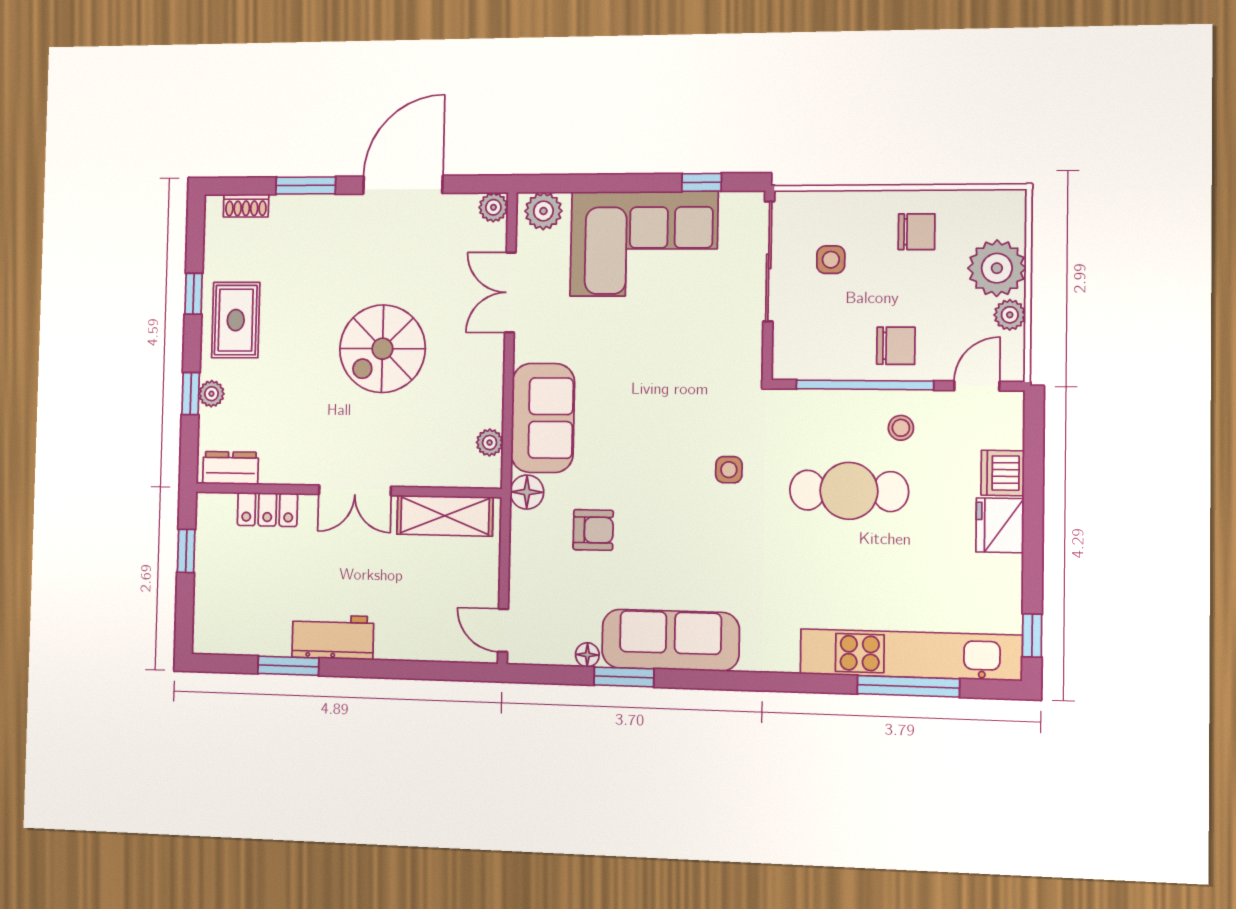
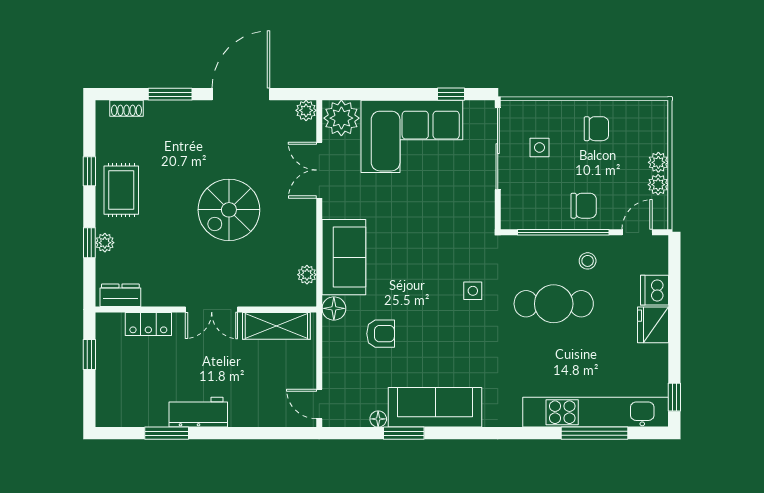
plant: (543, 211) -> (341, 118), width x1.36, depth x1.36
plant: (997, 268) -> (658, 162), width x0.53, depth x0.53

